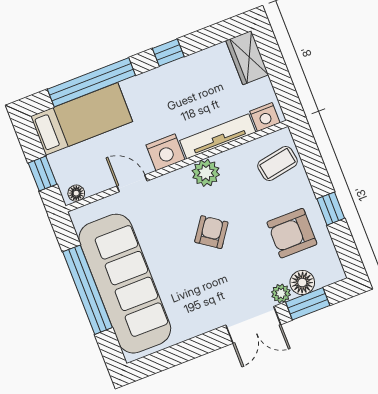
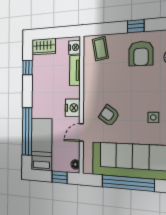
window: (168, 52) -> (28, 68), moved
tv unit: (218, 136) -> (75, 70), width x0.71
plant: (206, 173) -> (91, 90), removed
armchair: (211, 232) -> (109, 115), moved
side table: (203, 290) -> (153, 117), added

